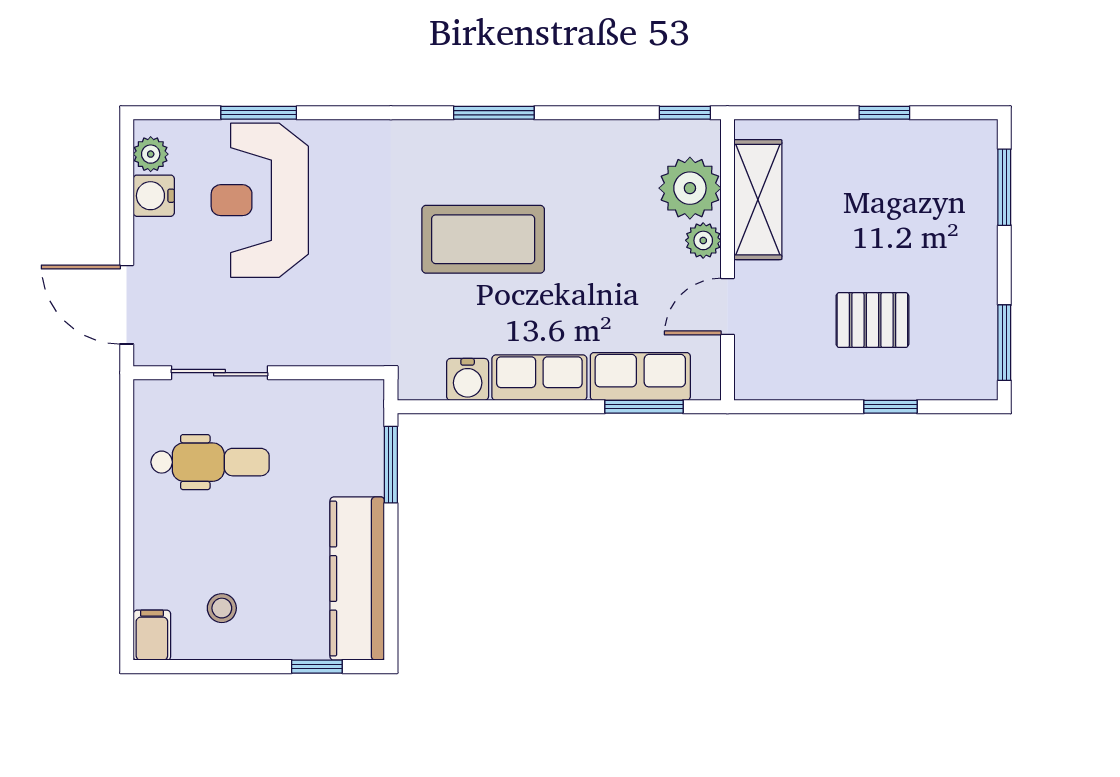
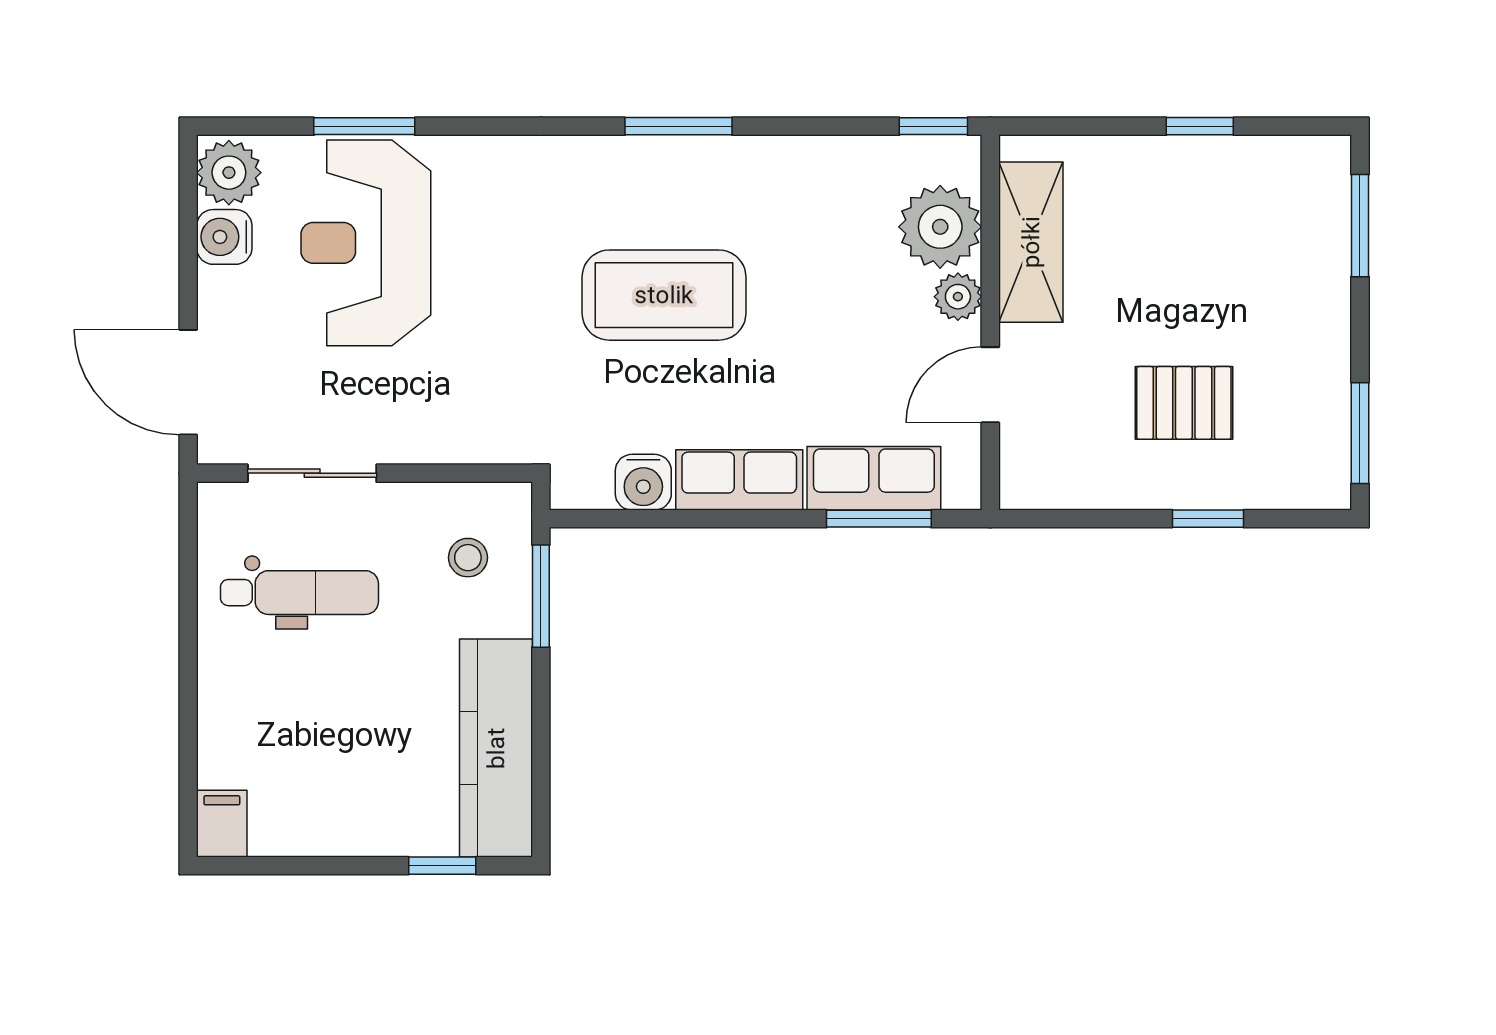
plant: (151, 154) -> (229, 173), width x1.38, depth x1.38
stool: (222, 608) -> (468, 558), moved

